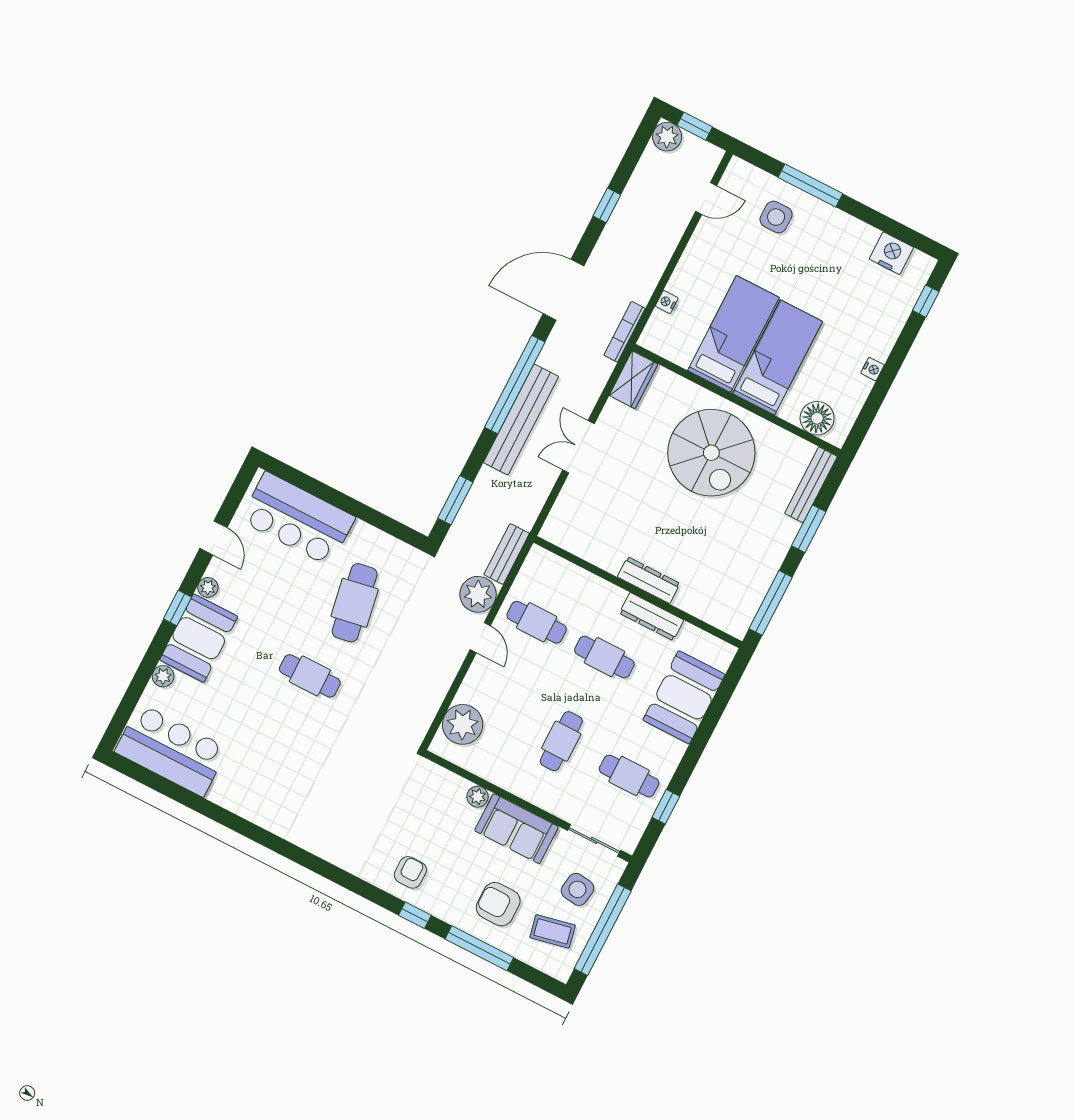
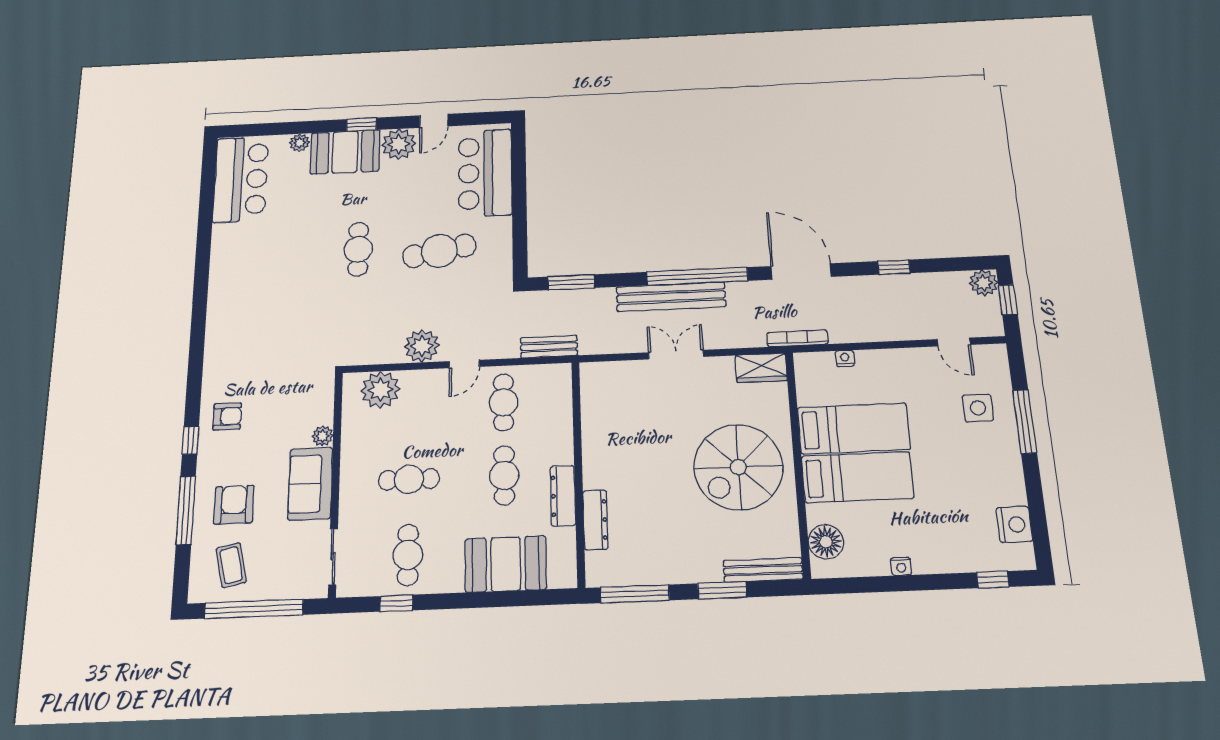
dresser: (649, 580) -> (595, 520), moved
plant: (208, 587) -> (399, 144), width x1.88, depth x1.88
plant: (478, 594) -> (422, 346), moved
side table: (577, 889) -> (281, 566), removed

